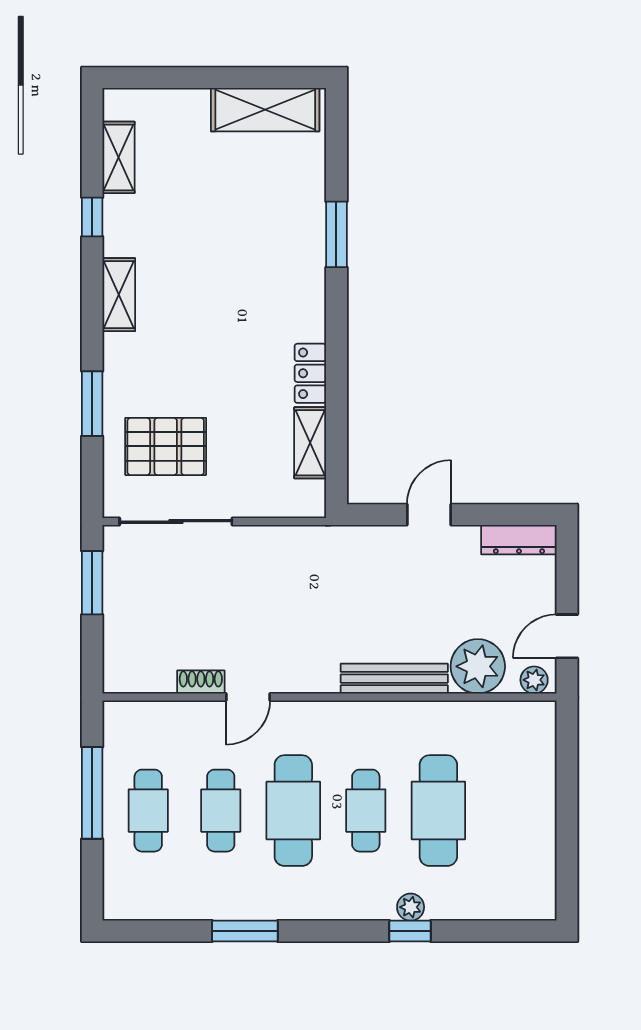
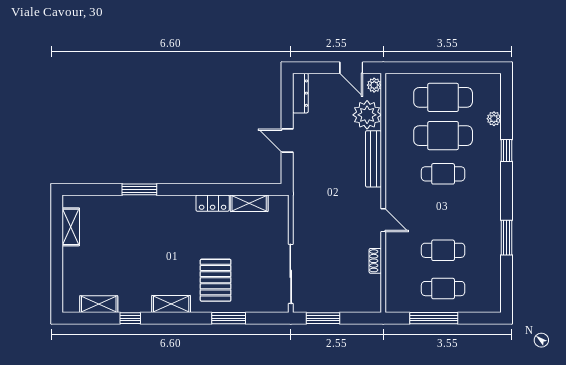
shelving: (265, 110) -> (71, 227), width x0.67, depth x0.75
pallet: (166, 446) -> (216, 280), moved
door: (248, 697) -> (383, 220), moved
cafe table: (293, 811) -> (443, 97), moved
plant: (411, 907) -> (494, 119), moved

